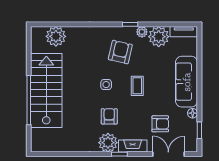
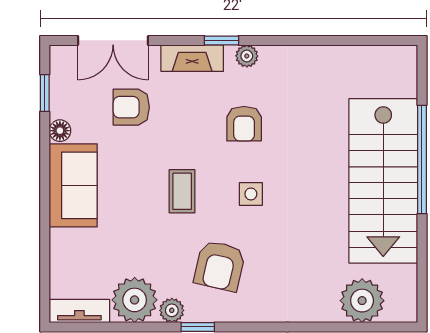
sofa: (187, 82) -> (73, 185), width x0.73
plant: (108, 143) -> (247, 56), width x0.53, depth x0.53

